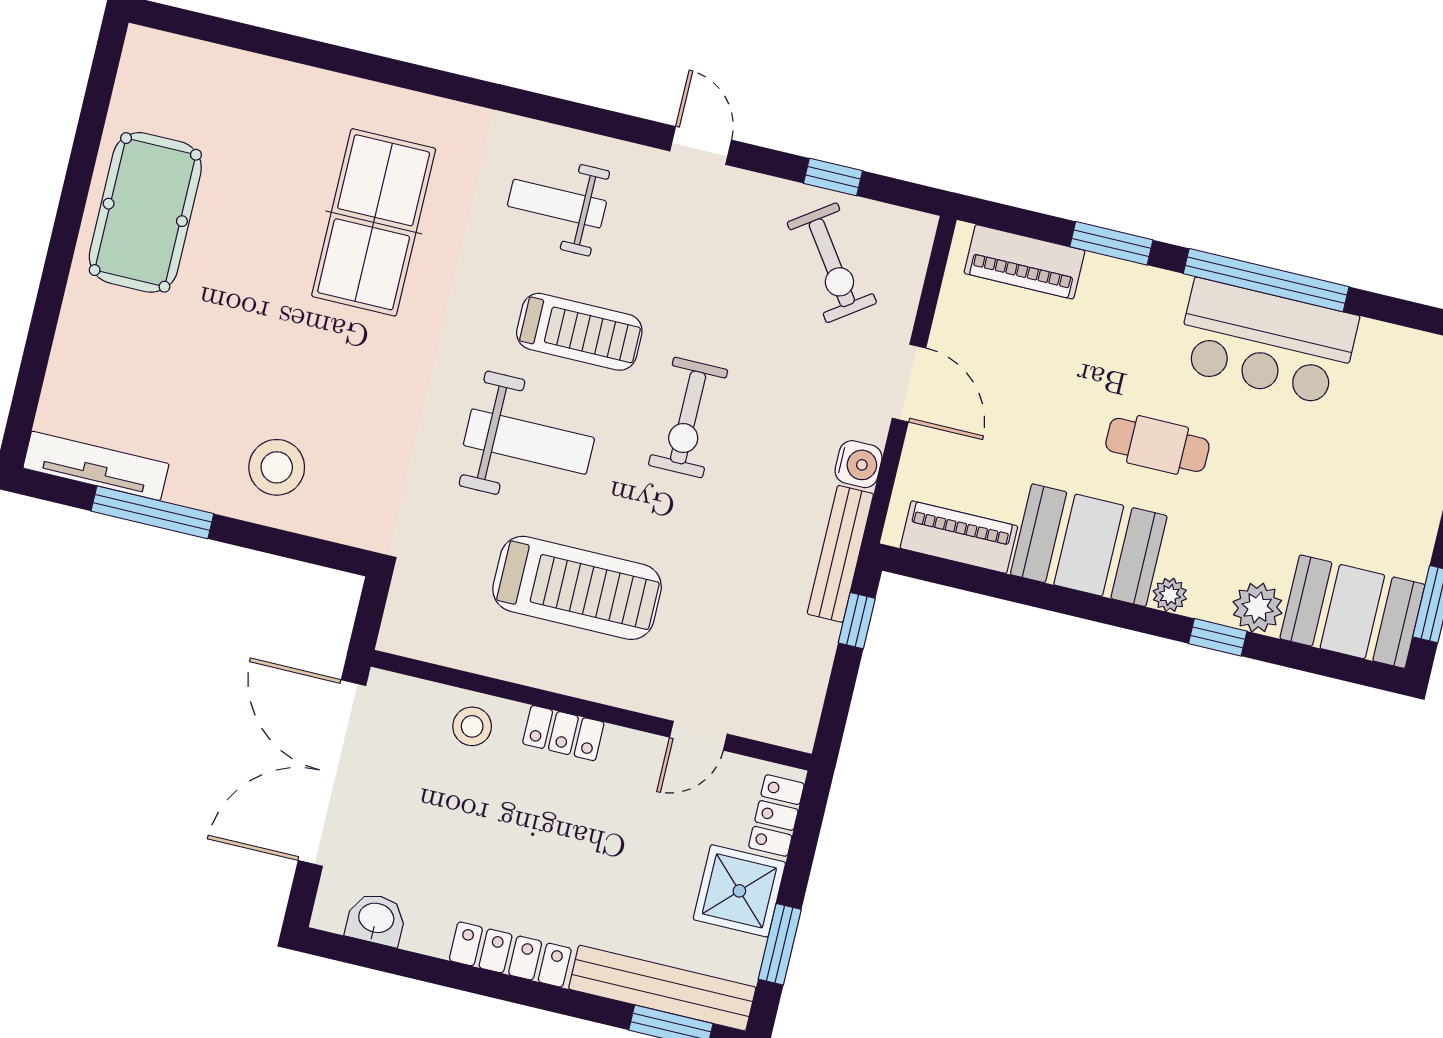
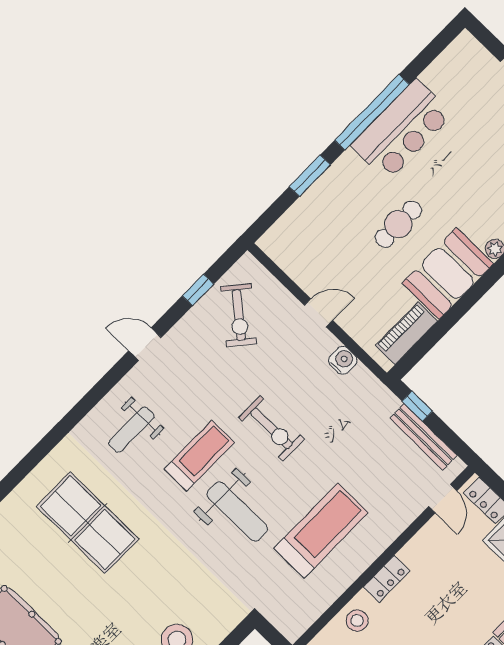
piano: (1024, 262) -> (294, 223), removed
exercise bike: (832, 263) -> (239, 315), turned 75
door: (909, 383) -> (319, 313), width x0.73
weight bench: (529, 442) -> (237, 511), turned 90
cafe table: (1157, 445) -> (398, 224), moved
bench: (840, 554) -> (423, 437), moved
door: (698, 736) -> (443, 499), moved

